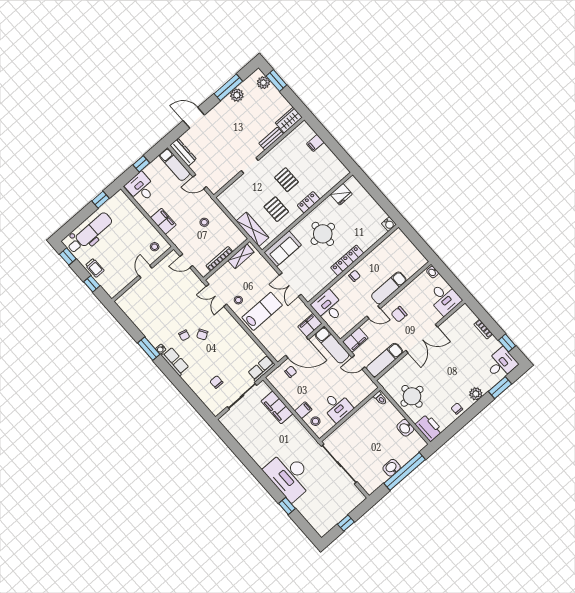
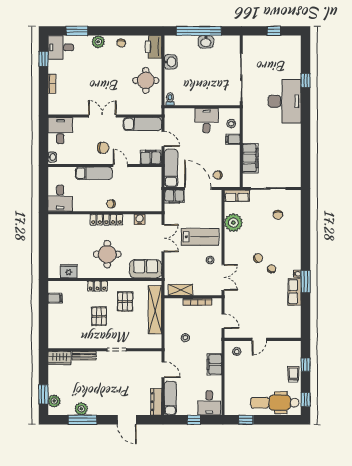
filing cabinet: (315, 143) -> (55, 298), moved
water cooler: (389, 224) -> (140, 219), moved
shelving: (253, 229) -> (155, 310), width x1.47
desk: (328, 307) -> (60, 198), moved
lab bench: (262, 311) -> (200, 237), turned 180
double door: (422, 339) -> (102, 116), width x0.73
plant: (246, 345) -> (233, 223), added
row of seats: (175, 361) -> (295, 292), moved

